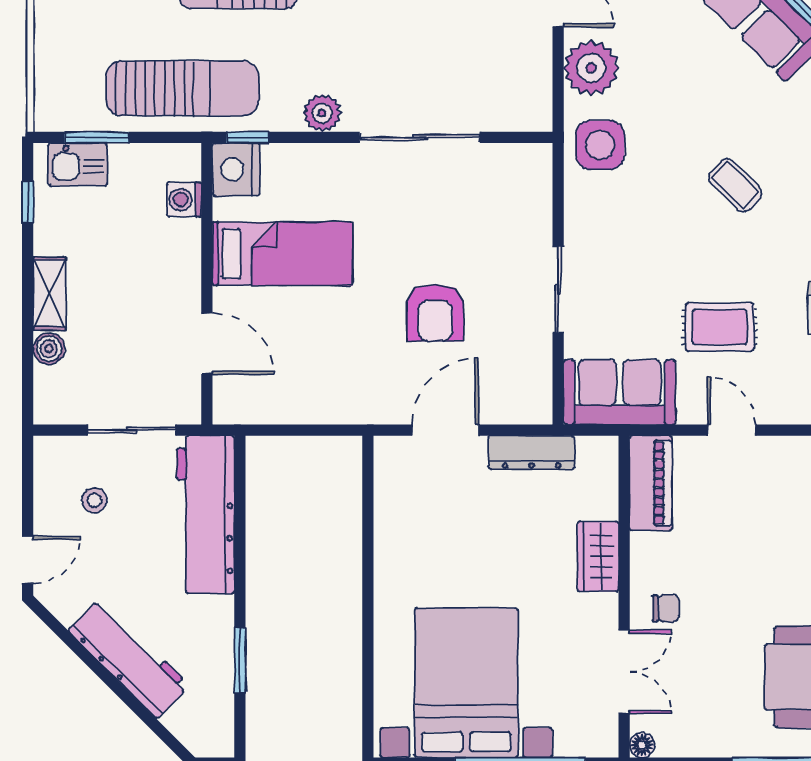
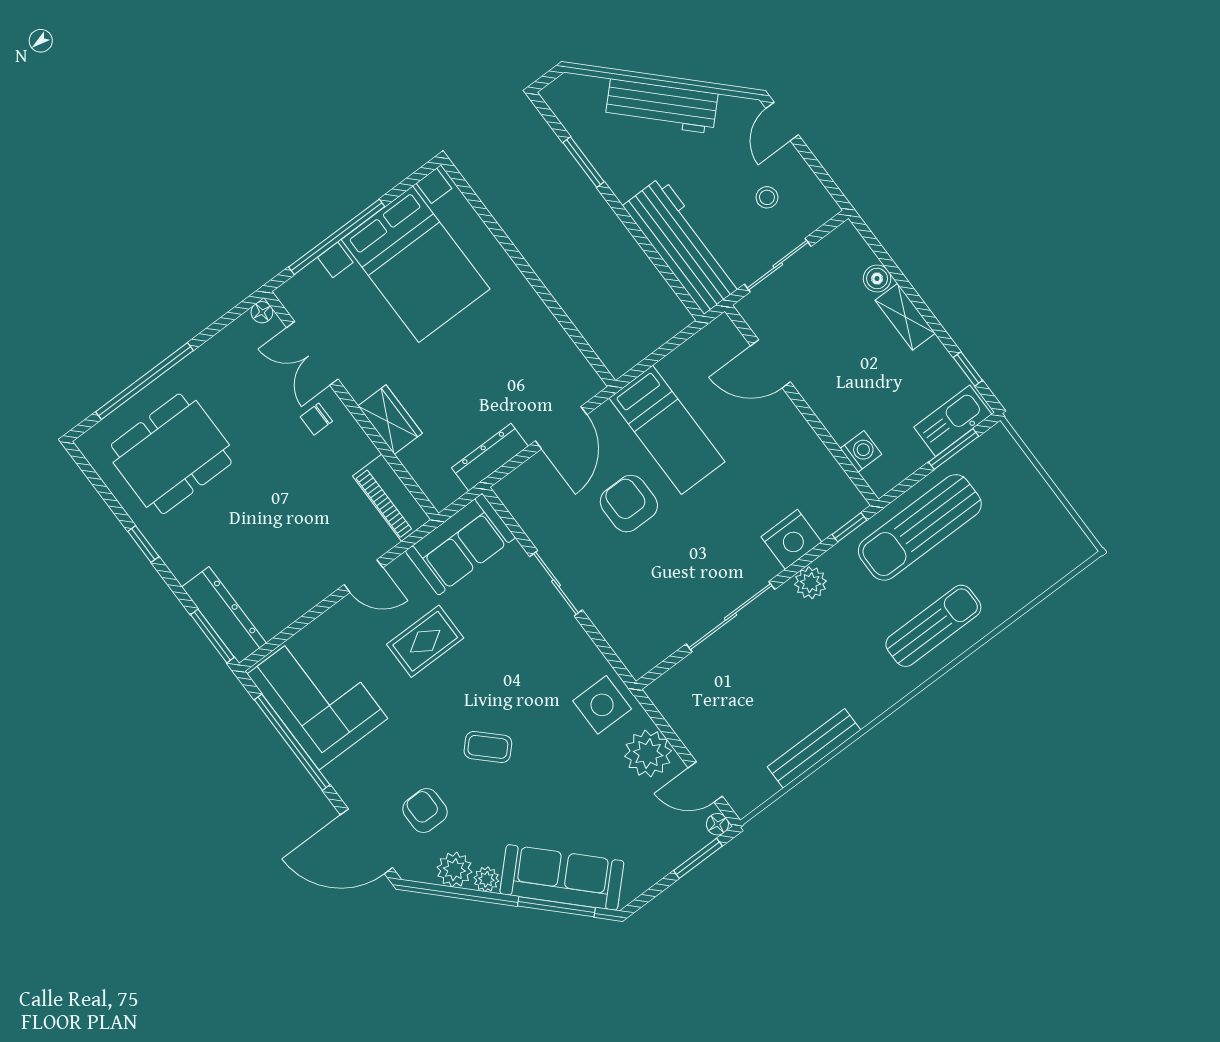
kitchen sink: (78, 164) -> (953, 421), width x1.38
nightstand: (236, 169) -> (791, 539), moved, turned 90
bed: (283, 254) -> (667, 430), moved, turned -90

